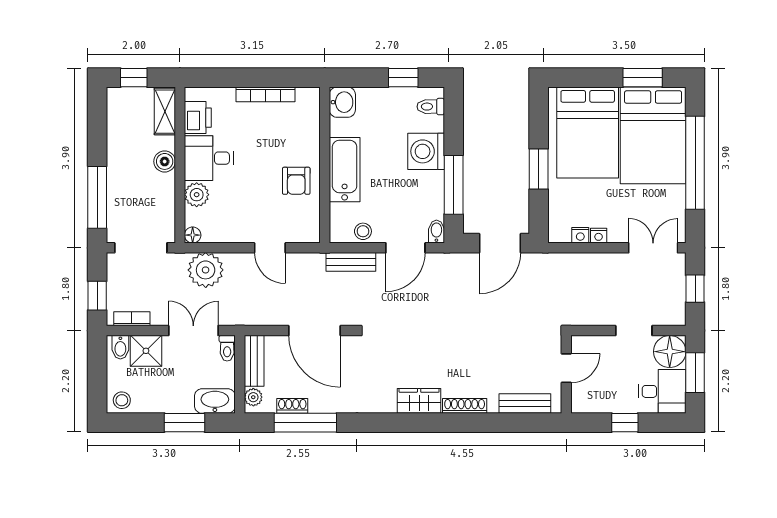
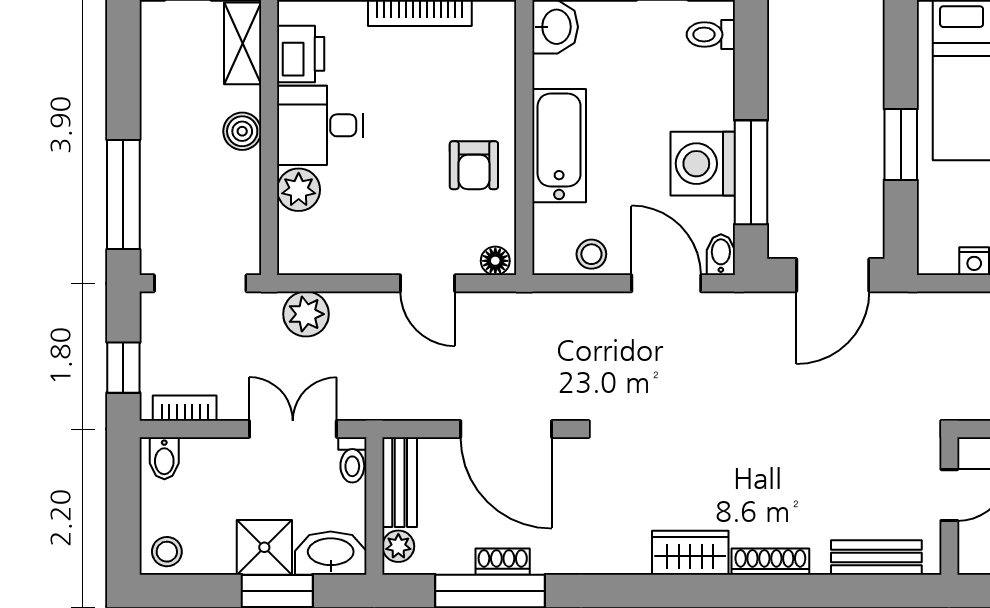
washing machine: (426, 151) -> (703, 164), moved
floor lamp: (193, 235) -> (495, 261), moved
door: (405, 248) -> (666, 283), swing flipped
bench: (351, 262) -> (570, 308), removed
plant: (206, 270) -> (306, 314), width x0.73, depth x0.73
shower: (146, 351) -> (264, 547), moved
shoe rack: (292, 406) -> (503, 562), moved

